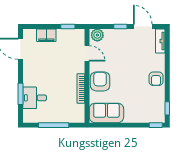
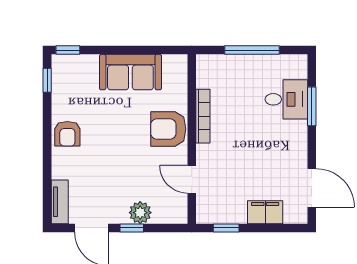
plant: (97, 35) -> (140, 213), moved
armchair: (156, 79) -> (67, 134), turned 180
armchair: (100, 81) -> (168, 129), turned 90
sofa: (106, 113) -> (130, 72), moved

